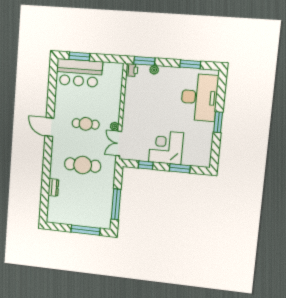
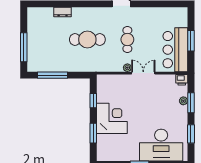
window: (79, 56) -> (191, 41), moved
window: (144, 61) -> (191, 103), moved
bar counter: (79, 73) -> (175, 50), moved
double door: (119, 144) -> (143, 73), moved
cafe table: (83, 165) -> (87, 39), turned 90

